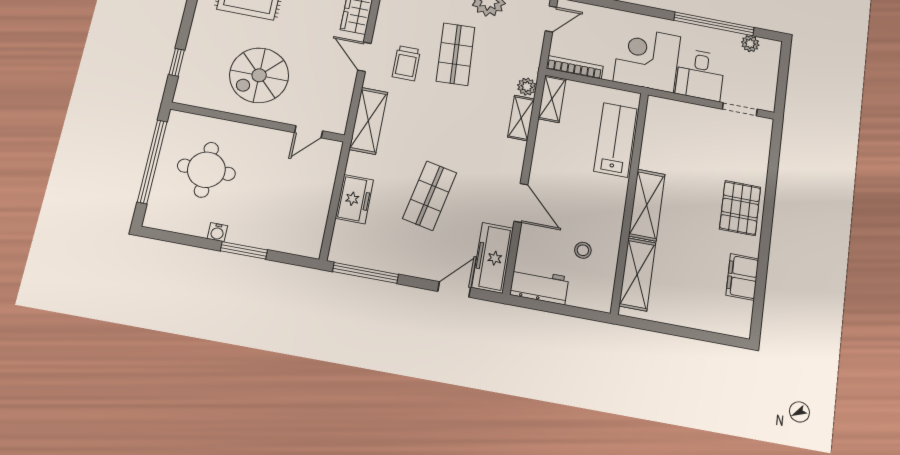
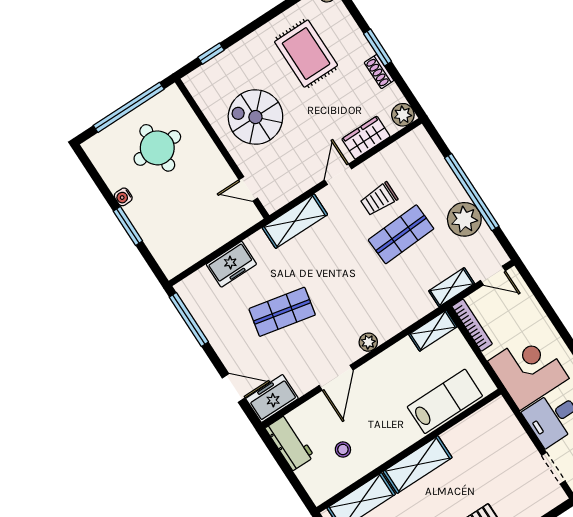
trolley: (406, 63) -> (379, 199), moved
plant: (527, 87) -> (368, 342), moved
shelving: (521, 118) -> (452, 287), moved
freezer: (493, 258) -> (272, 398), width x0.71

